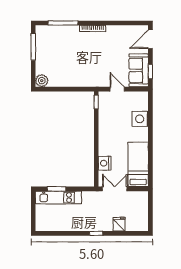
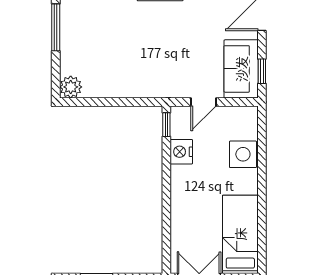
door: (117, 89) -> (203, 102), swing flipped
nightstand: (105, 163) -> (181, 152), moved

